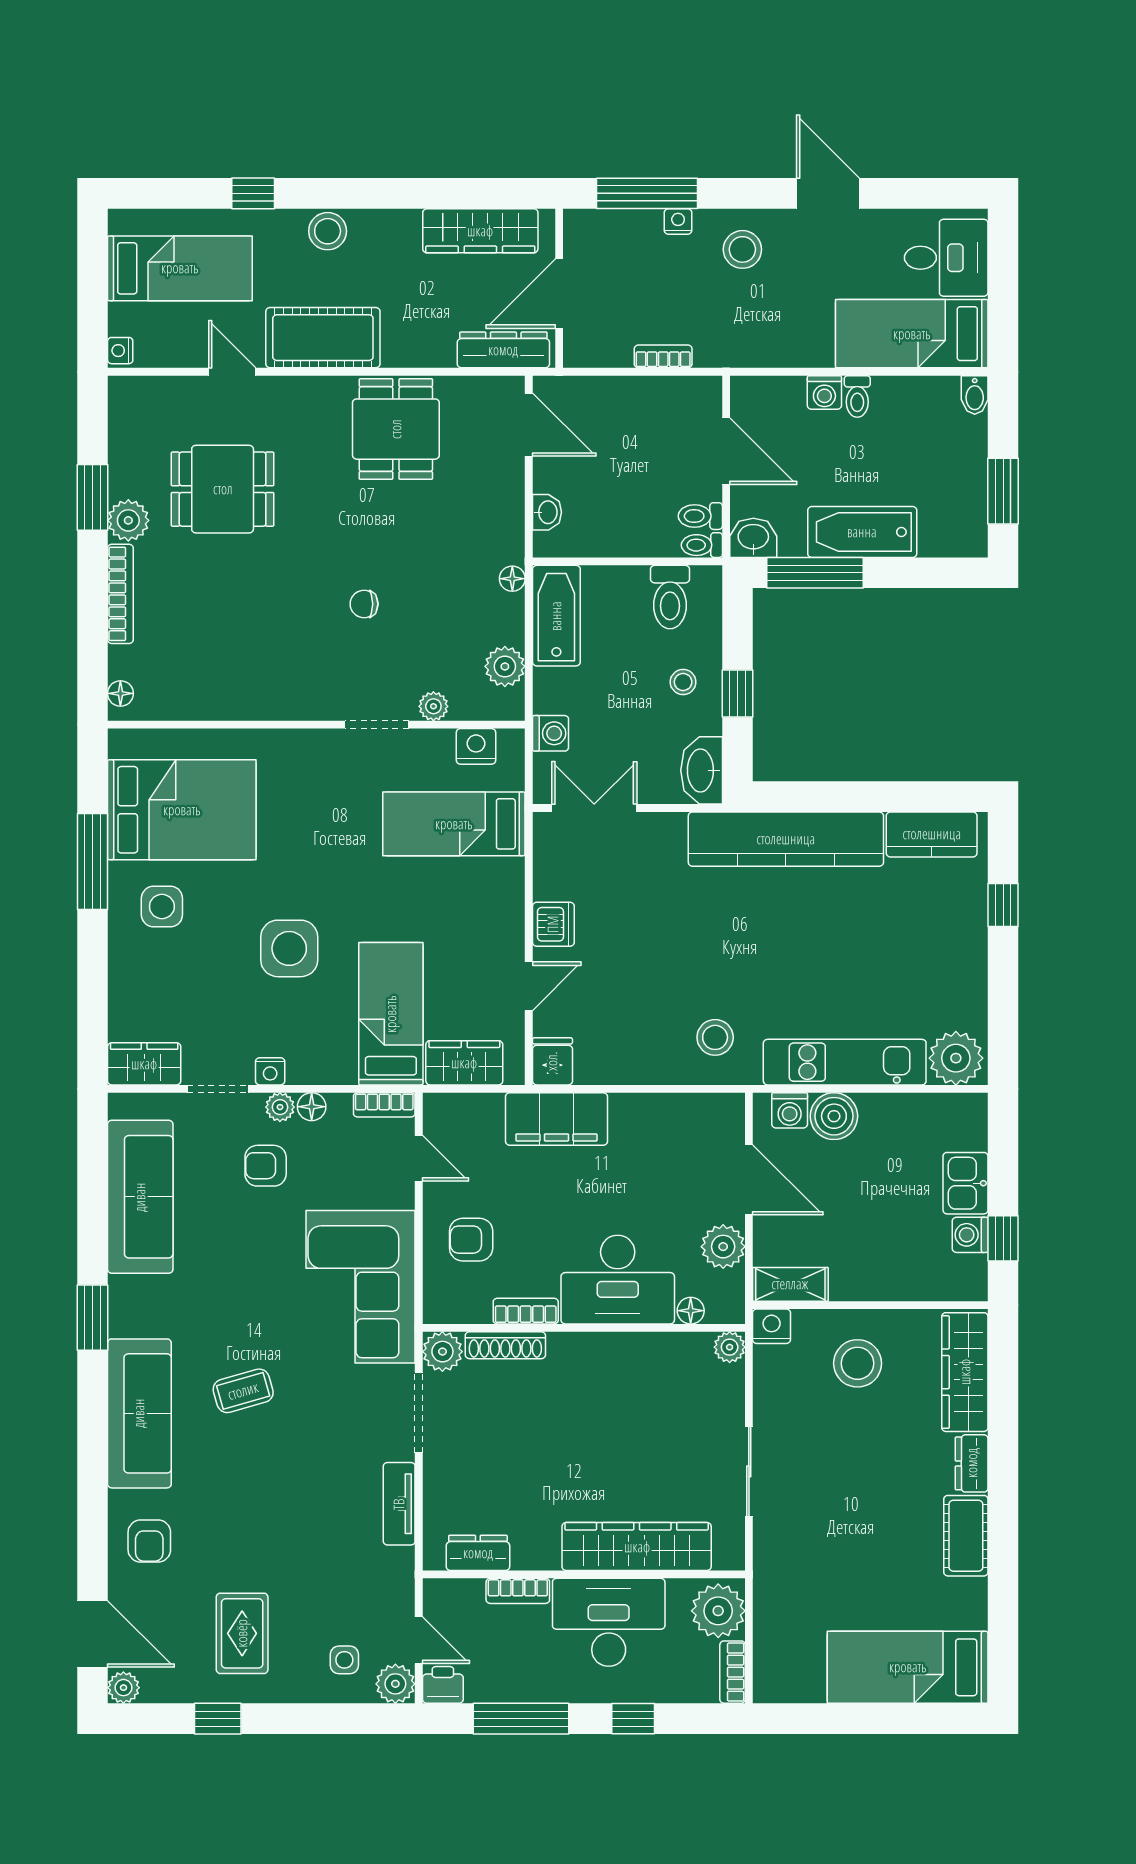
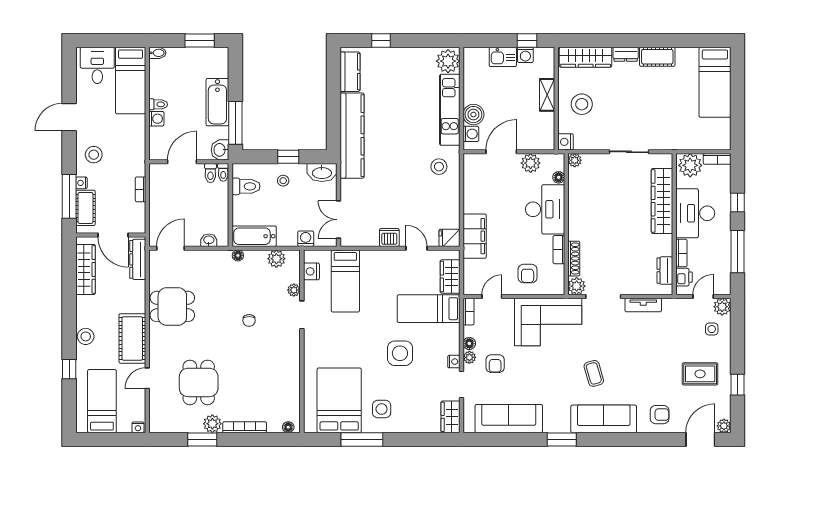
cot: (621, 231) -> (85, 208), added
shelving: (790, 1284) -> (547, 95), moved
printer: (443, 1685) -> (684, 277), moved, turned 180

